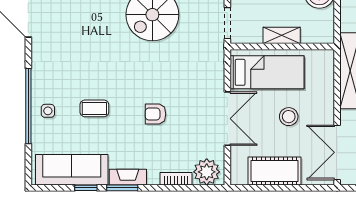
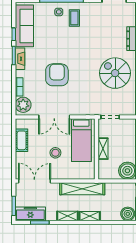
coffee table: (94, 108) -> (74, 18), moved
armchair: (155, 114) -> (57, 75), width x1.88, depth x1.88
cot: (274, 171) -> (22, 140), width x0.73, depth x0.75

